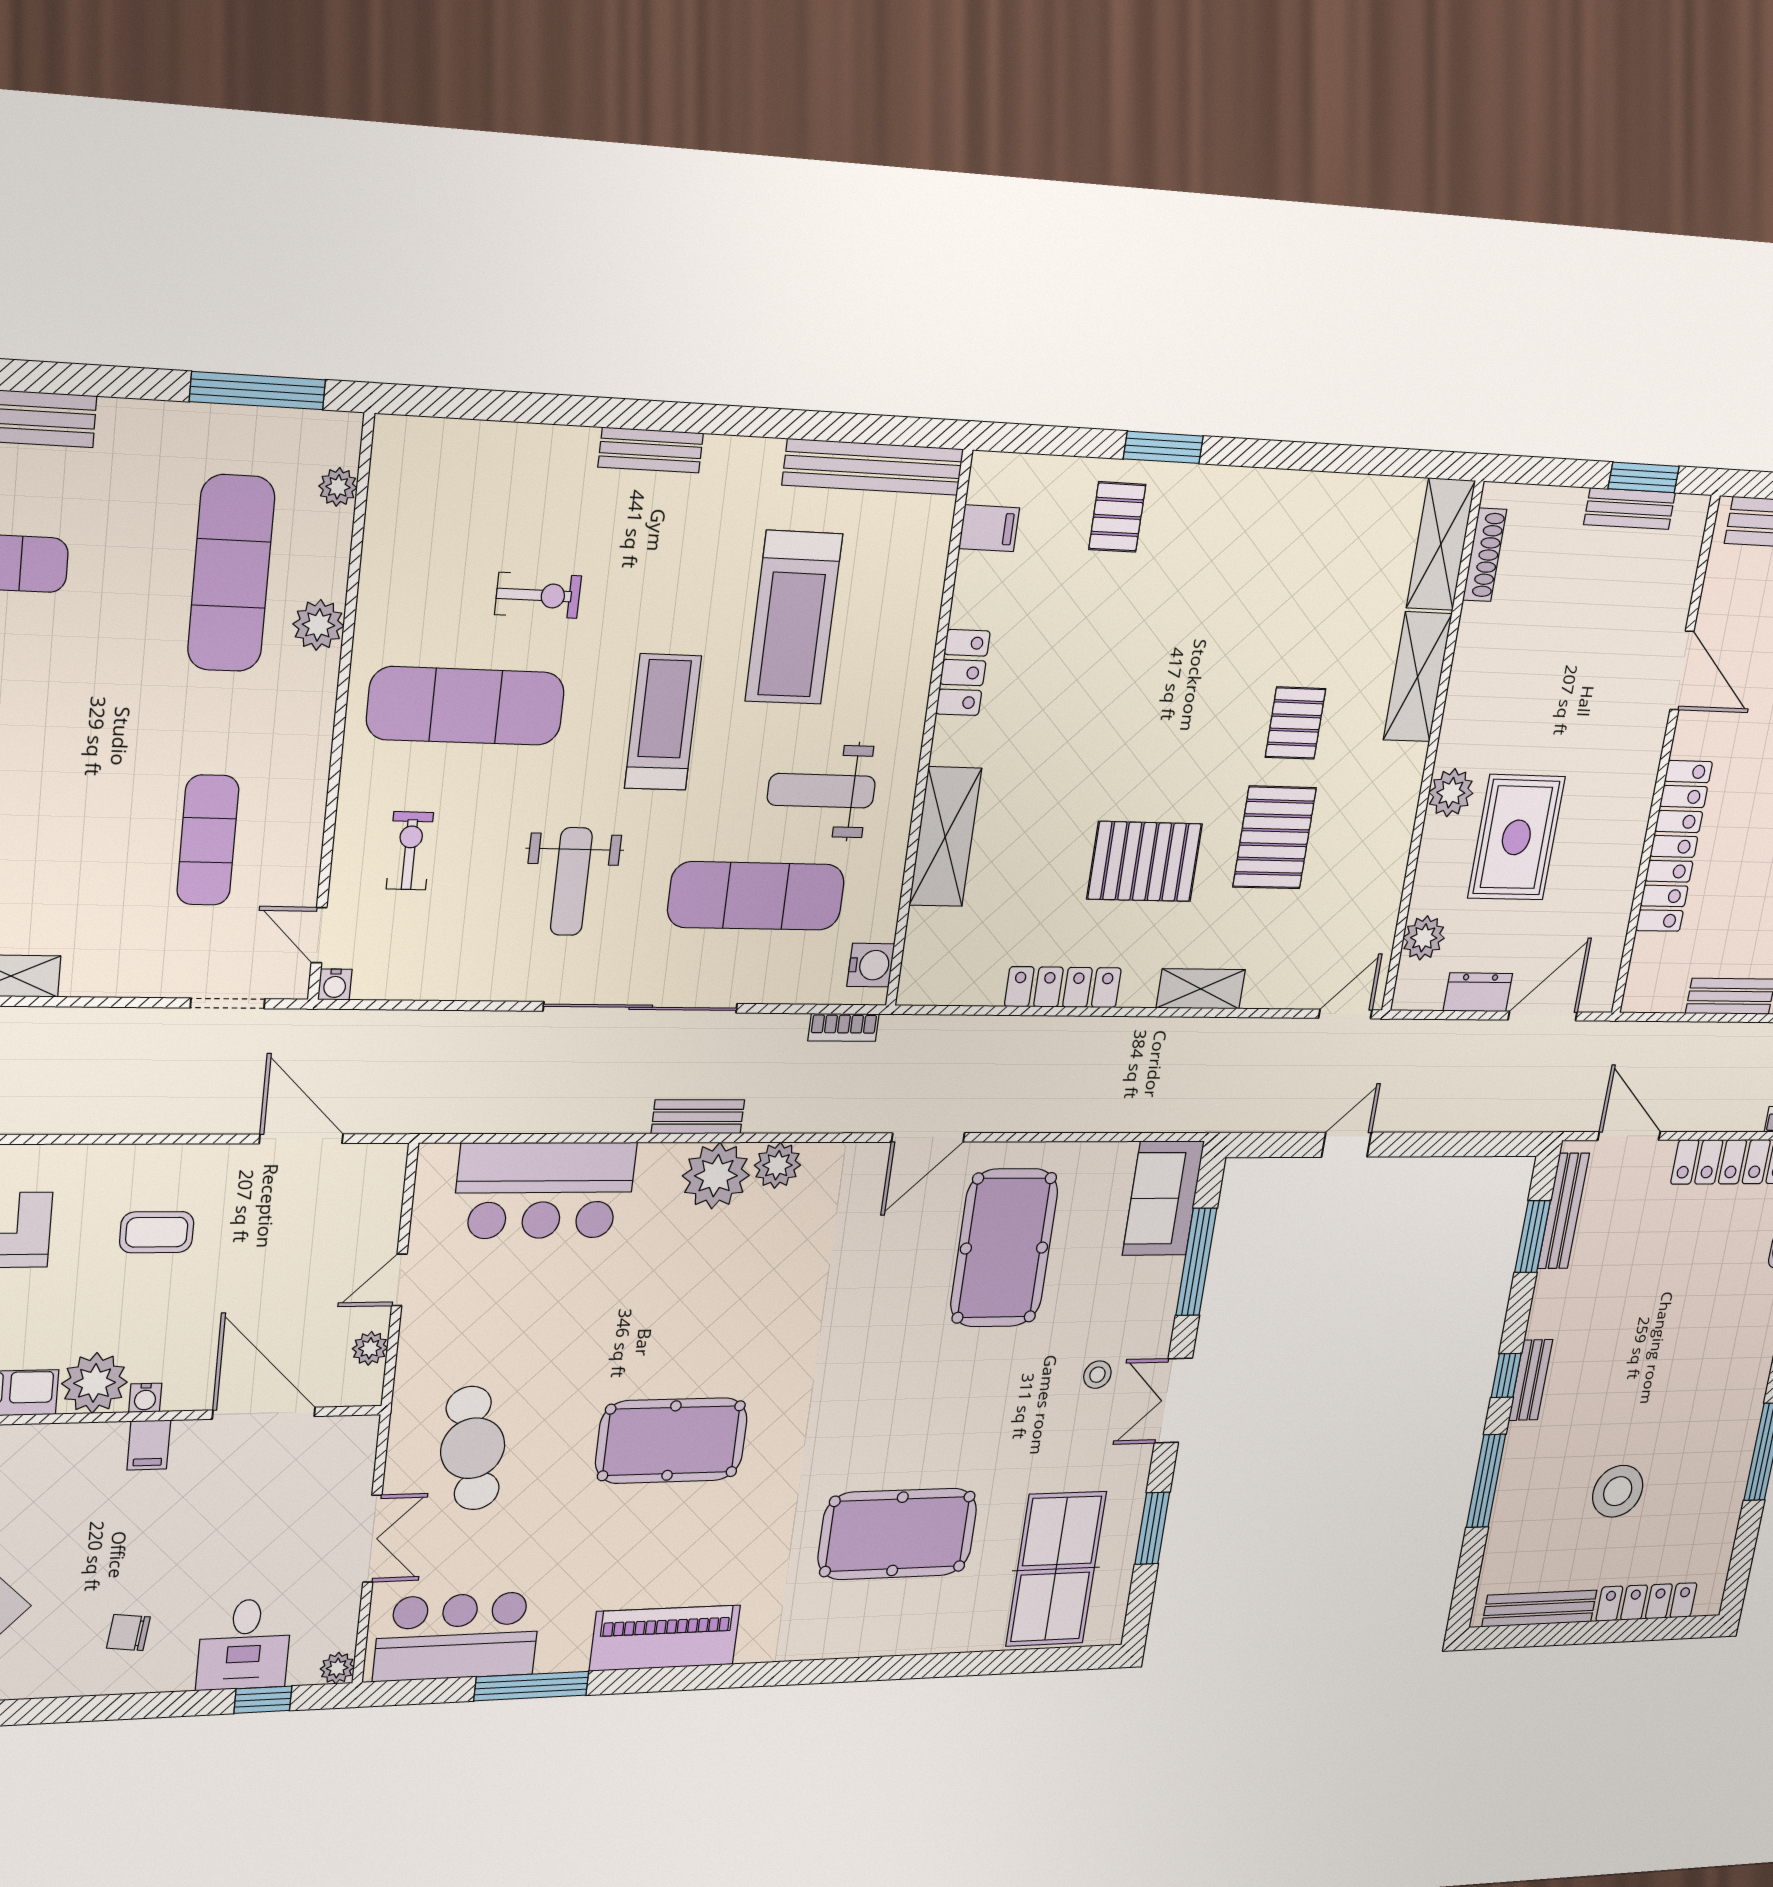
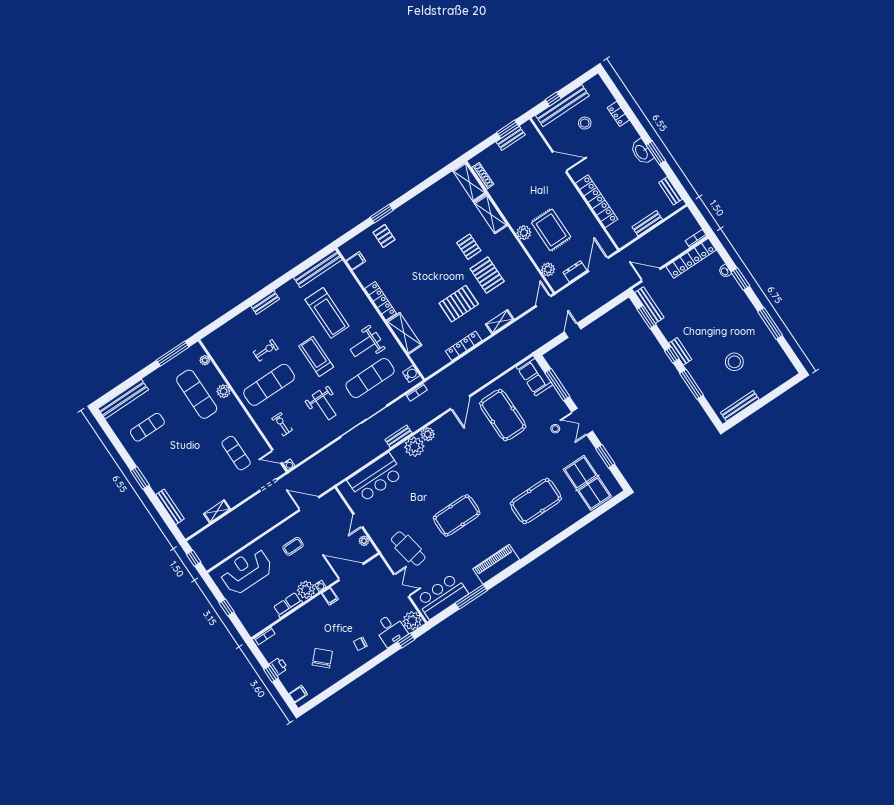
locker: (963, 673) -> (380, 301), width x1.53
locker: (1647, 1602) -> (772, 384), removed
plant: (337, 1668) -> (412, 621), width x1.87, depth x1.87

